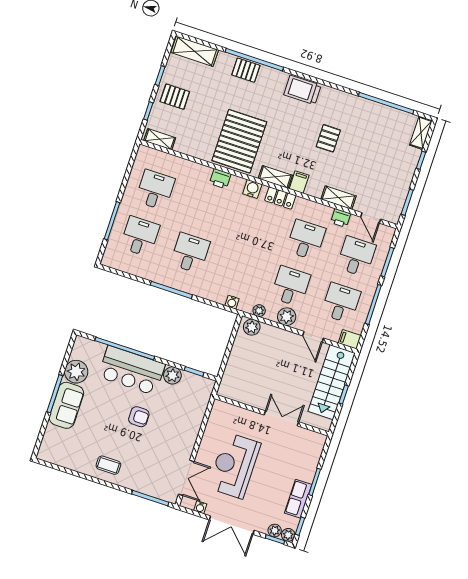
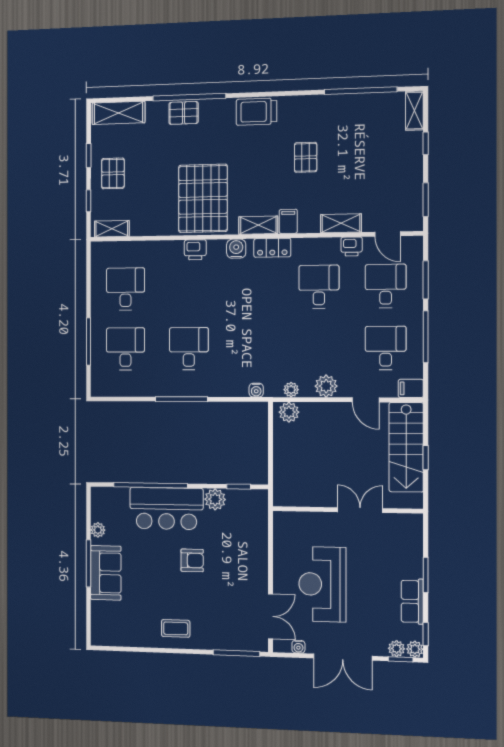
pallet: (175, 97) -> (113, 173), turned 90
desk: (291, 286) -> (319, 348), removed
plant: (76, 372) -> (98, 530), width x0.53, depth x0.53

